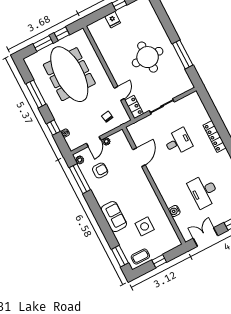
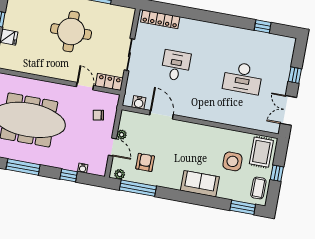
locker: (215, 137) -> (160, 19), moved
water cooler: (174, 211) -> (139, 102), moved
rug: (165, 240) -> (261, 152), added

